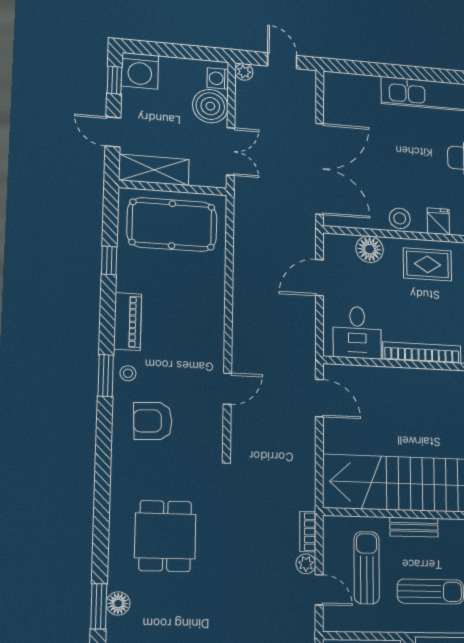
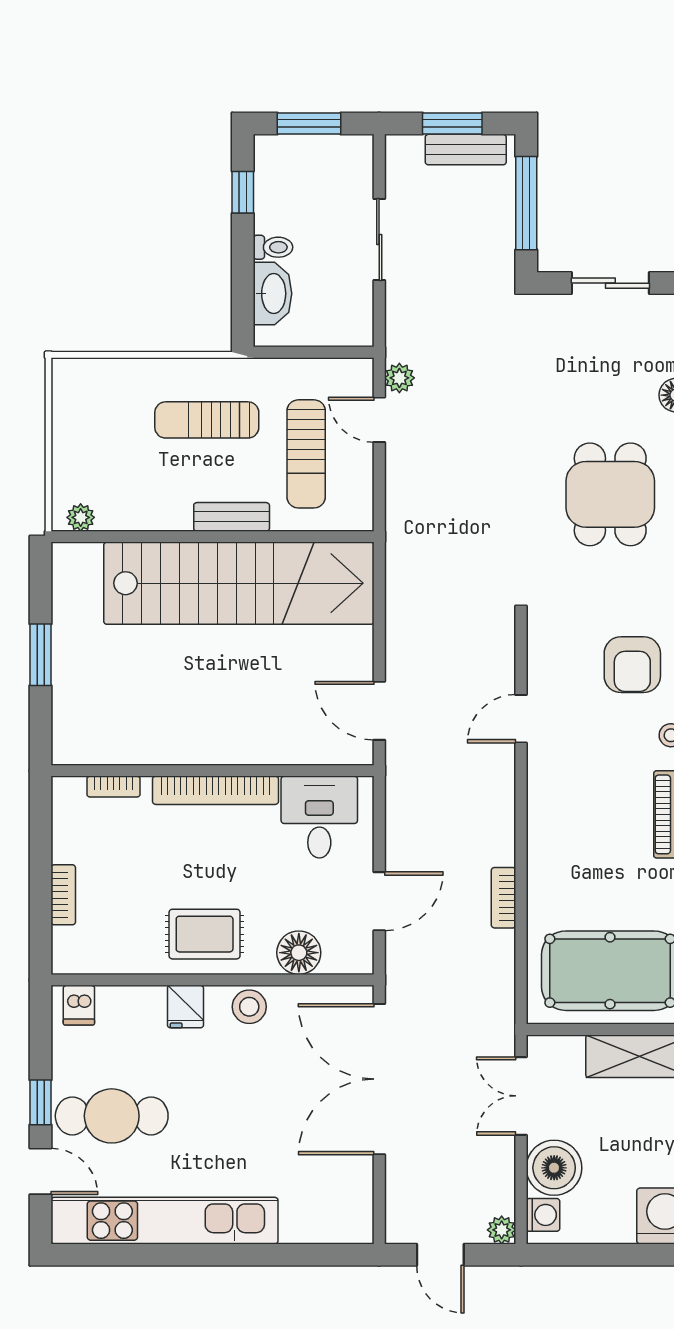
armchair: (153, 421) -> (632, 665), turned 92
bookcase: (308, 532) -> (504, 898), moved, turned 180
plant: (306, 564) -> (399, 378), moved

